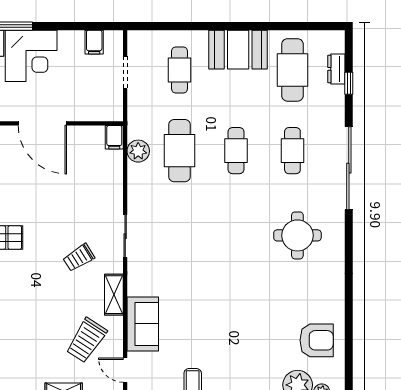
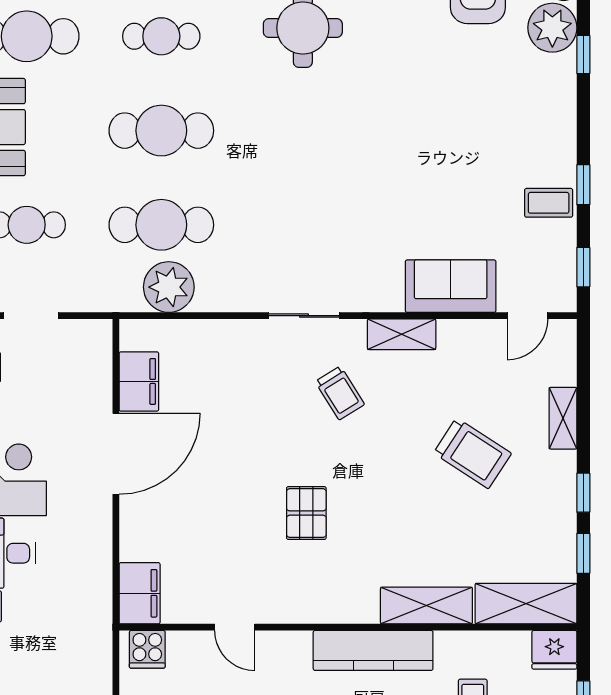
filing cabinet: (114, 137) -> (139, 381), moved, width x2.00
plant: (138, 151) -> (169, 287), width x1.36, depth x1.36
cafe table: (236, 151) -> (161, 131), width x1.37, depth x1.35
trolley: (86, 340) -> (472, 453), moved

